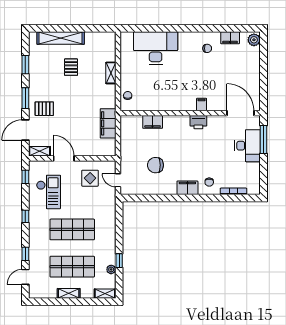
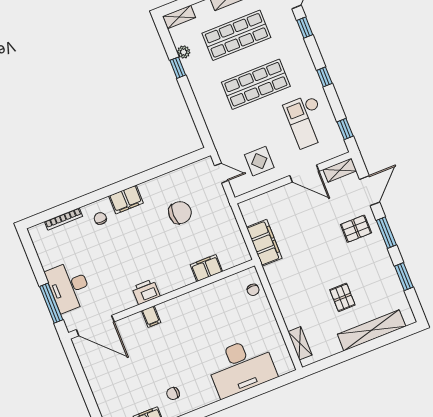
shelving: (111, 73) -> (300, 343), moved

